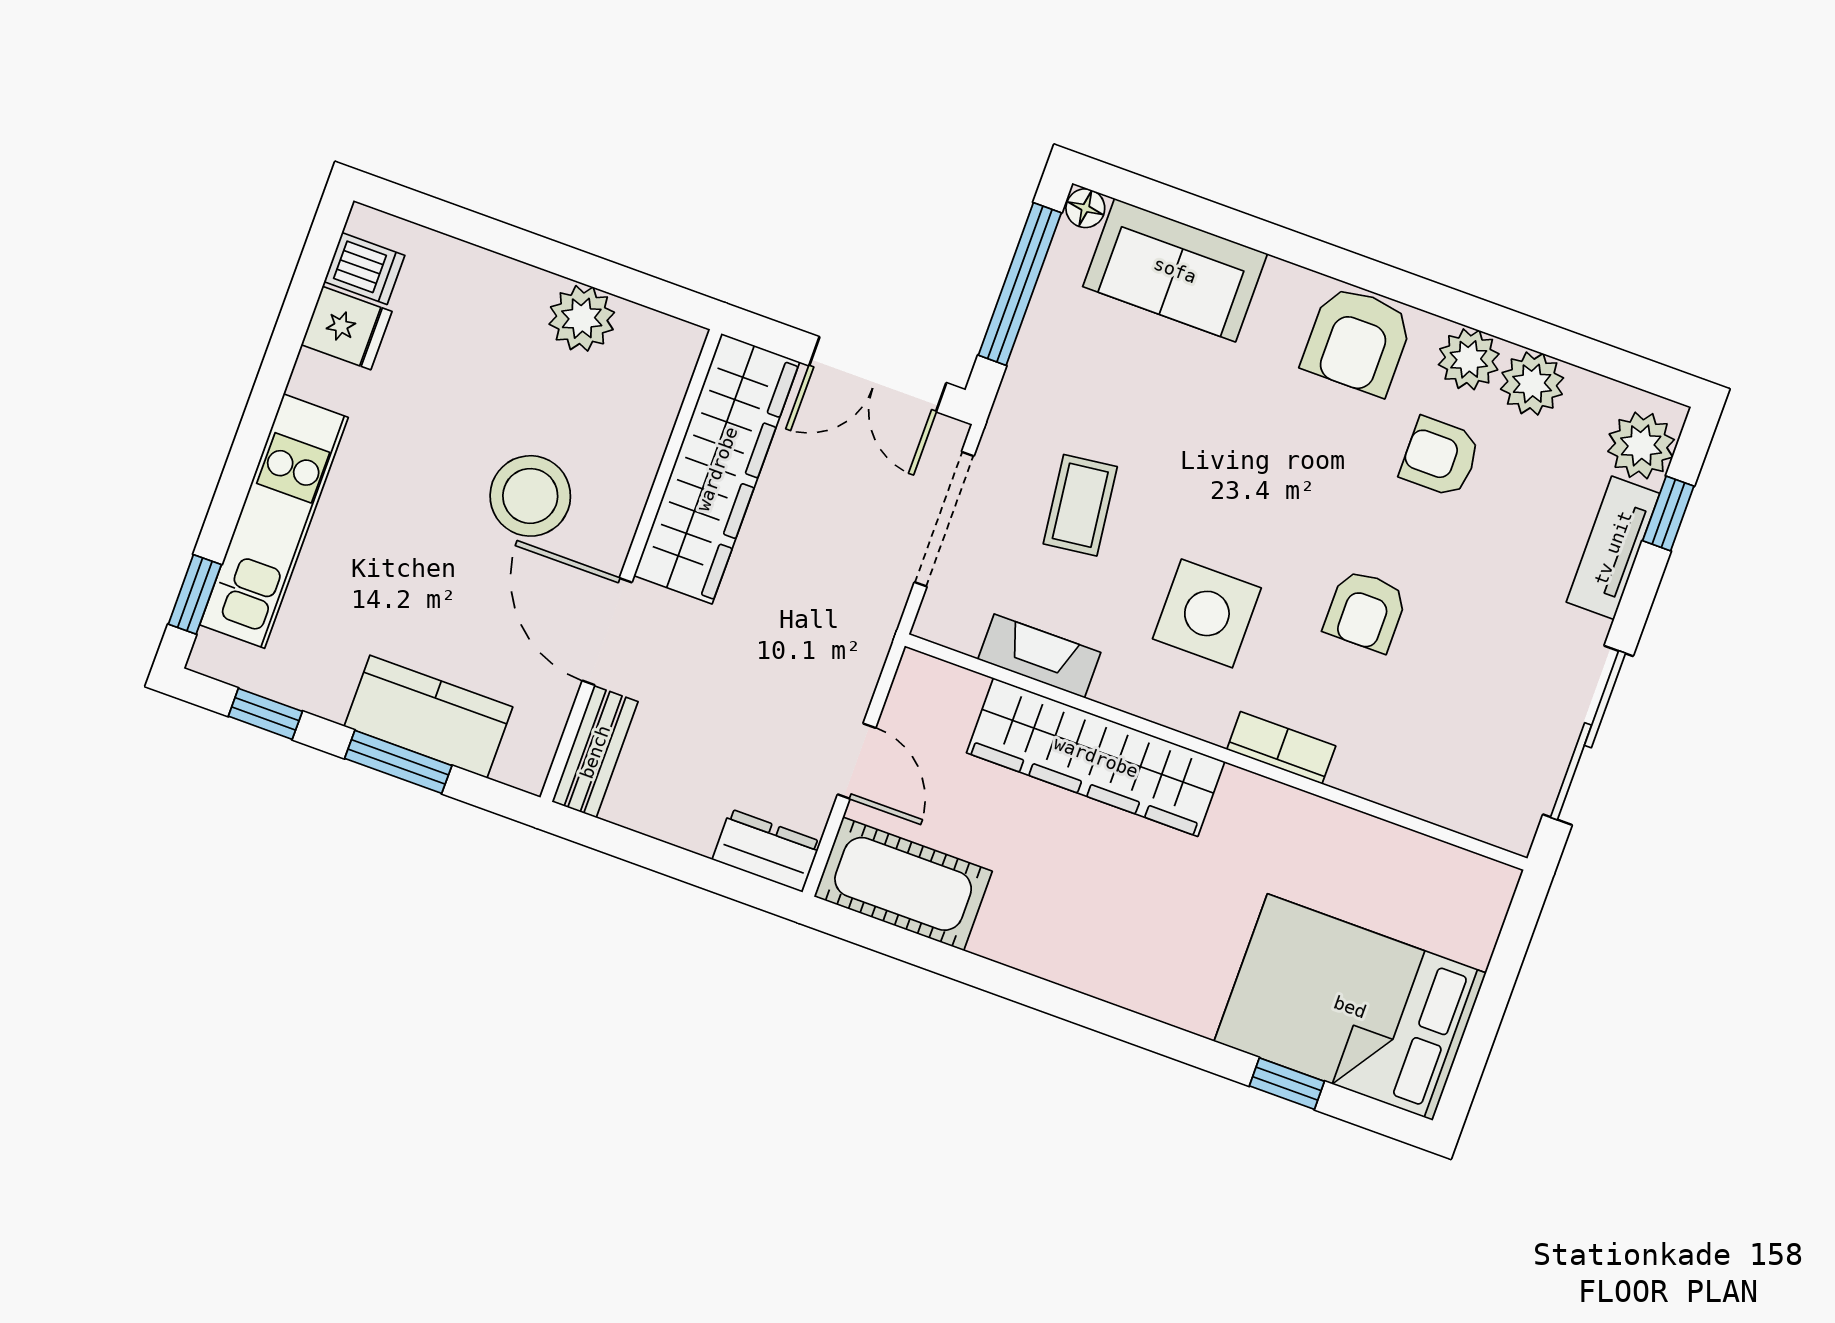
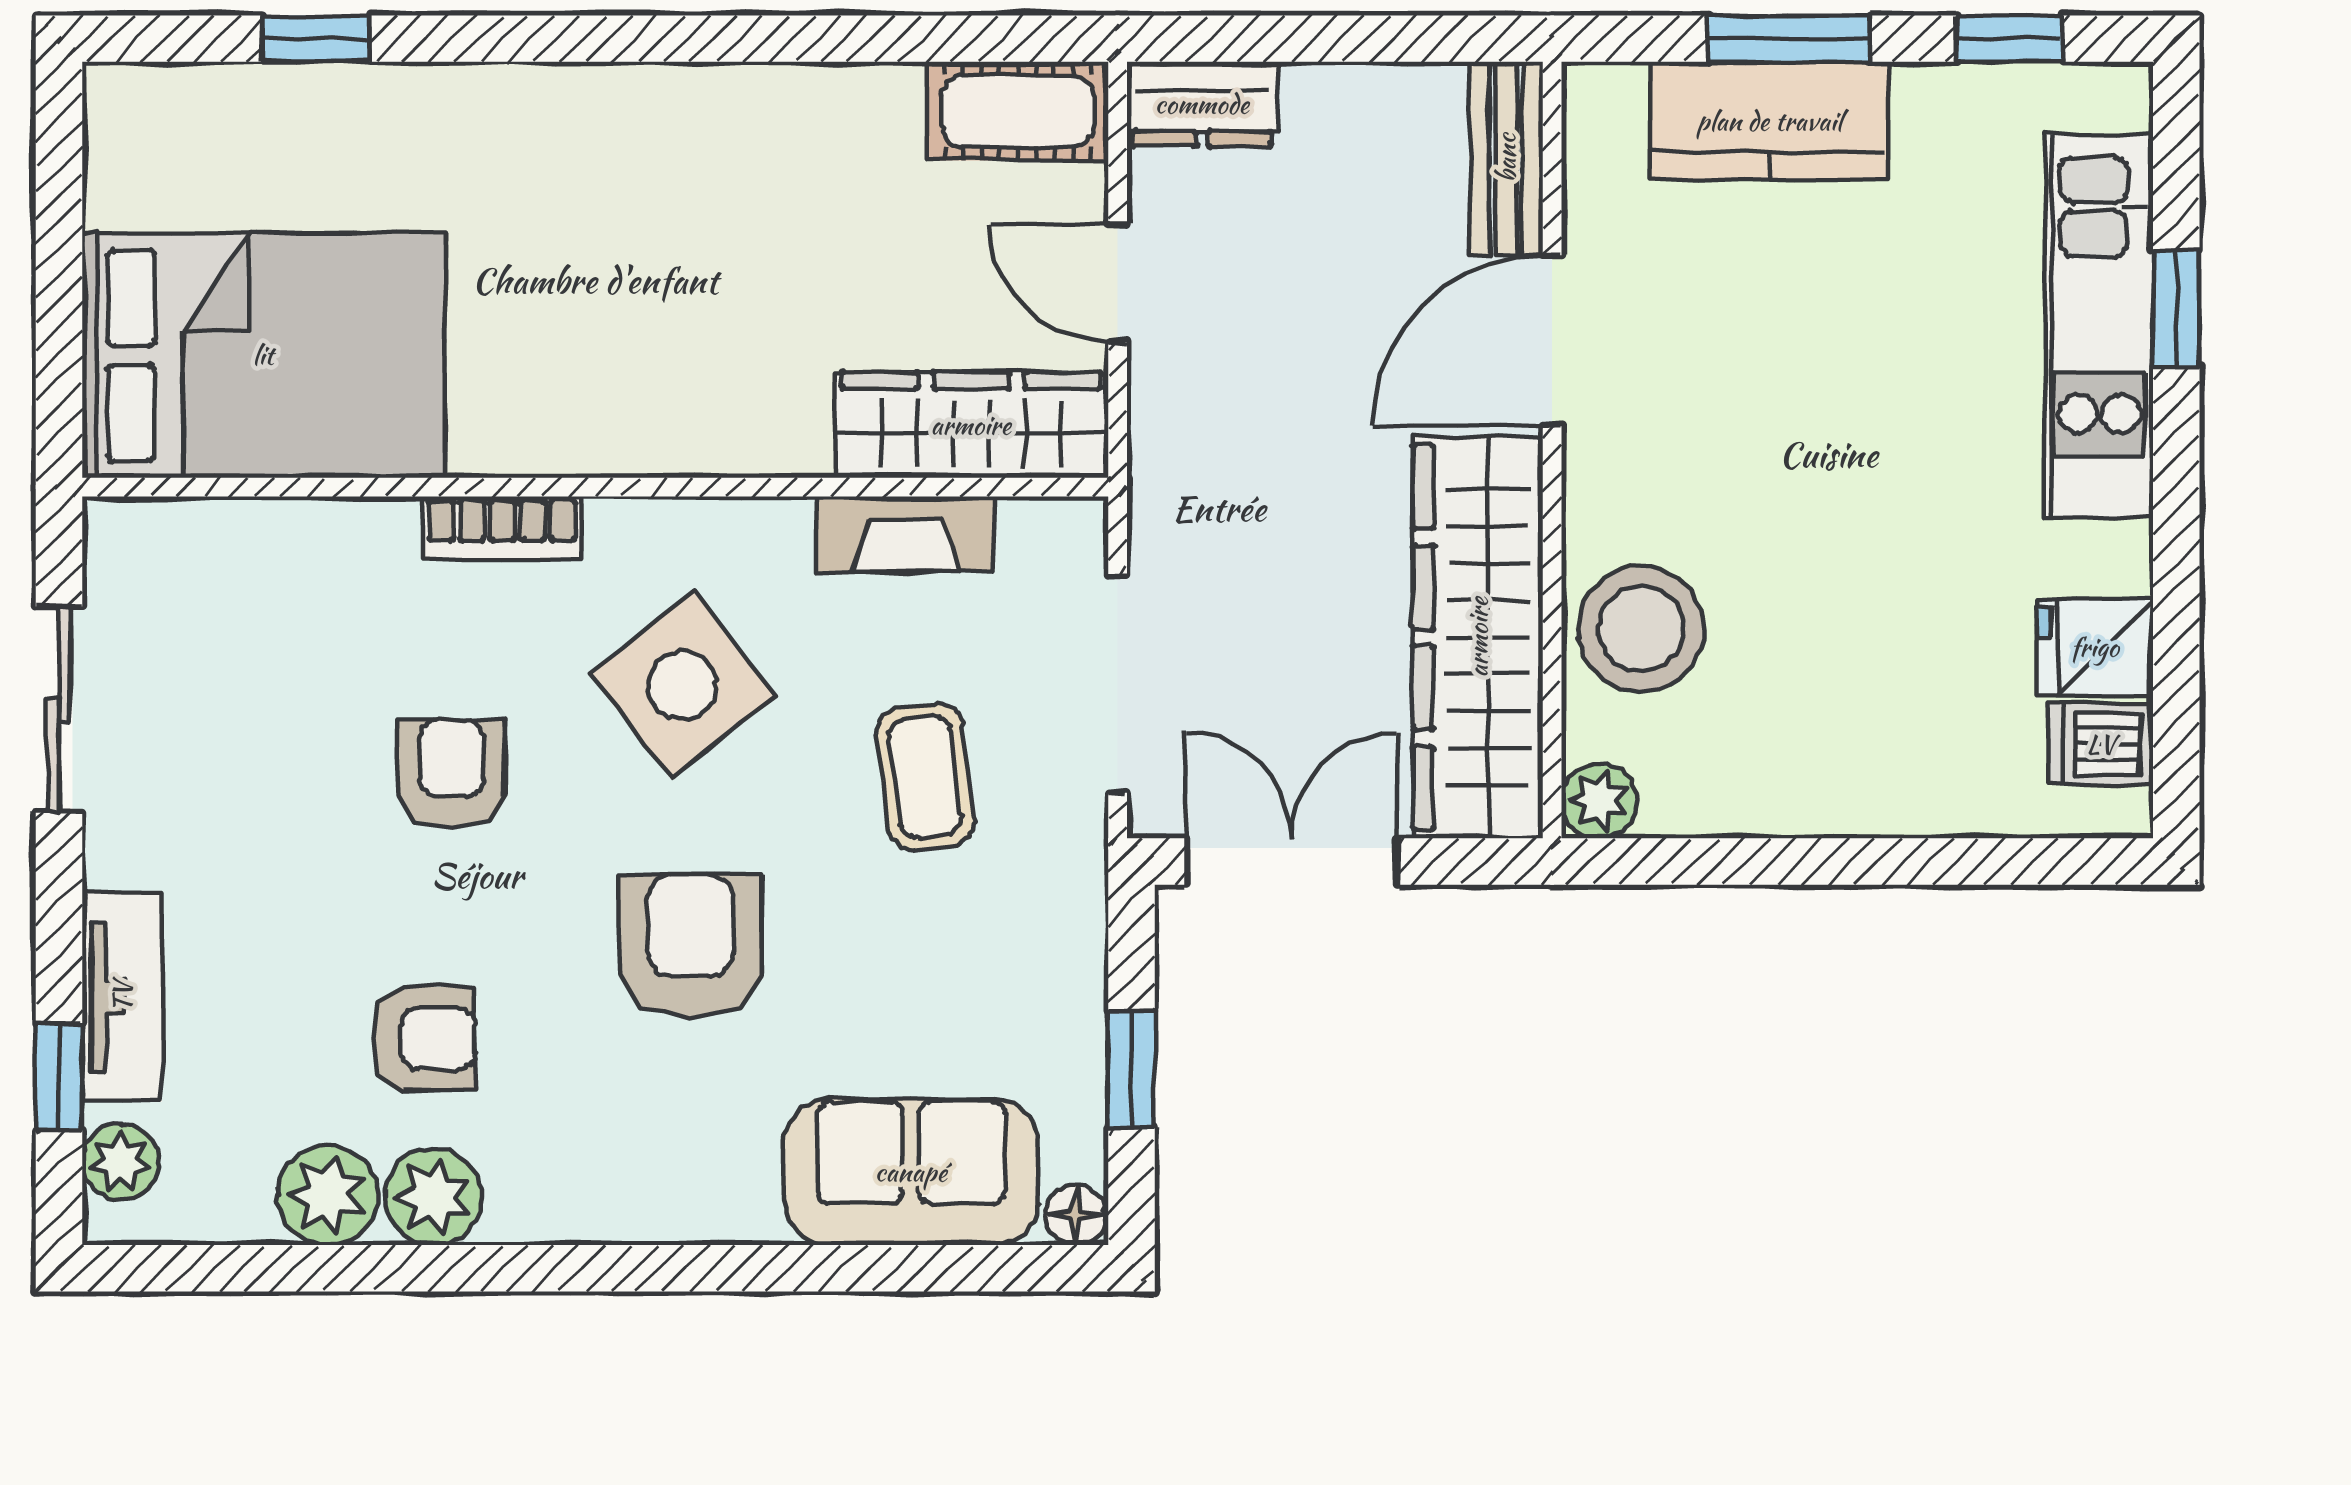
window: (1020, 284) -> (1131, 1069), width x0.46
plant: (582, 318) -> (1599, 801), moved, width x0.73, depth x0.73
armchair: (1357, 340) -> (690, 946), moved
plant: (1641, 445) -> (121, 1162), width x0.73, depth x0.73
stool: (530, 496) -> (1641, 629), moved
window: (195, 594) -> (2176, 308), moved
side table: (1207, 613) -> (682, 685), turned -38
door: (607, 631) -> (1552, 341), swing flipped
sliding door: (1588, 735) -> (59, 709), width x0.73
wardrobe: (1096, 757) -> (971, 425), moved, width x0.71, depth x0.85
cot: (903, 884) -> (1018, 111), width x0.73, depth x0.75
bed: (1350, 1007) -> (263, 355), moved

